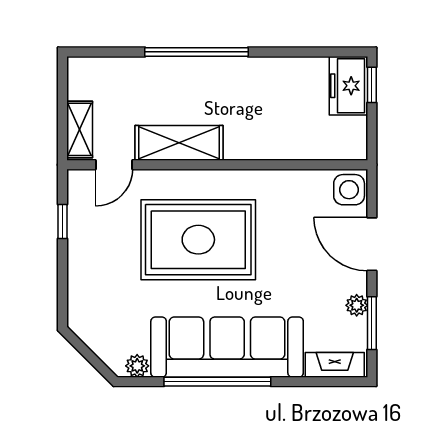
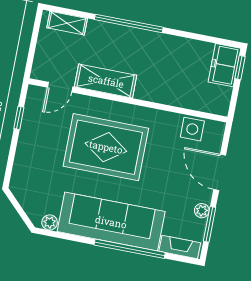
shelving: (80, 129) -> (67, 23), moved, turned 90
side table: (349, 190) -> (192, 129), moved
window: (217, 382) -> (130, 249), moved

